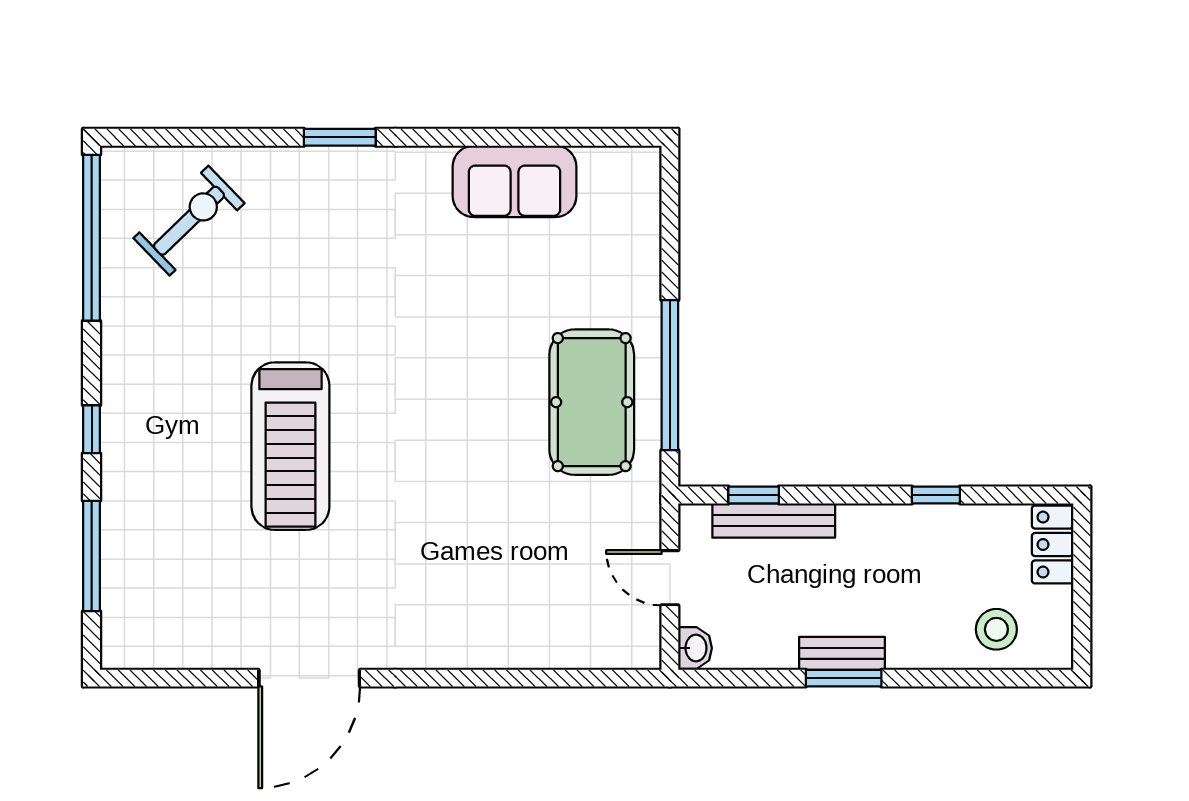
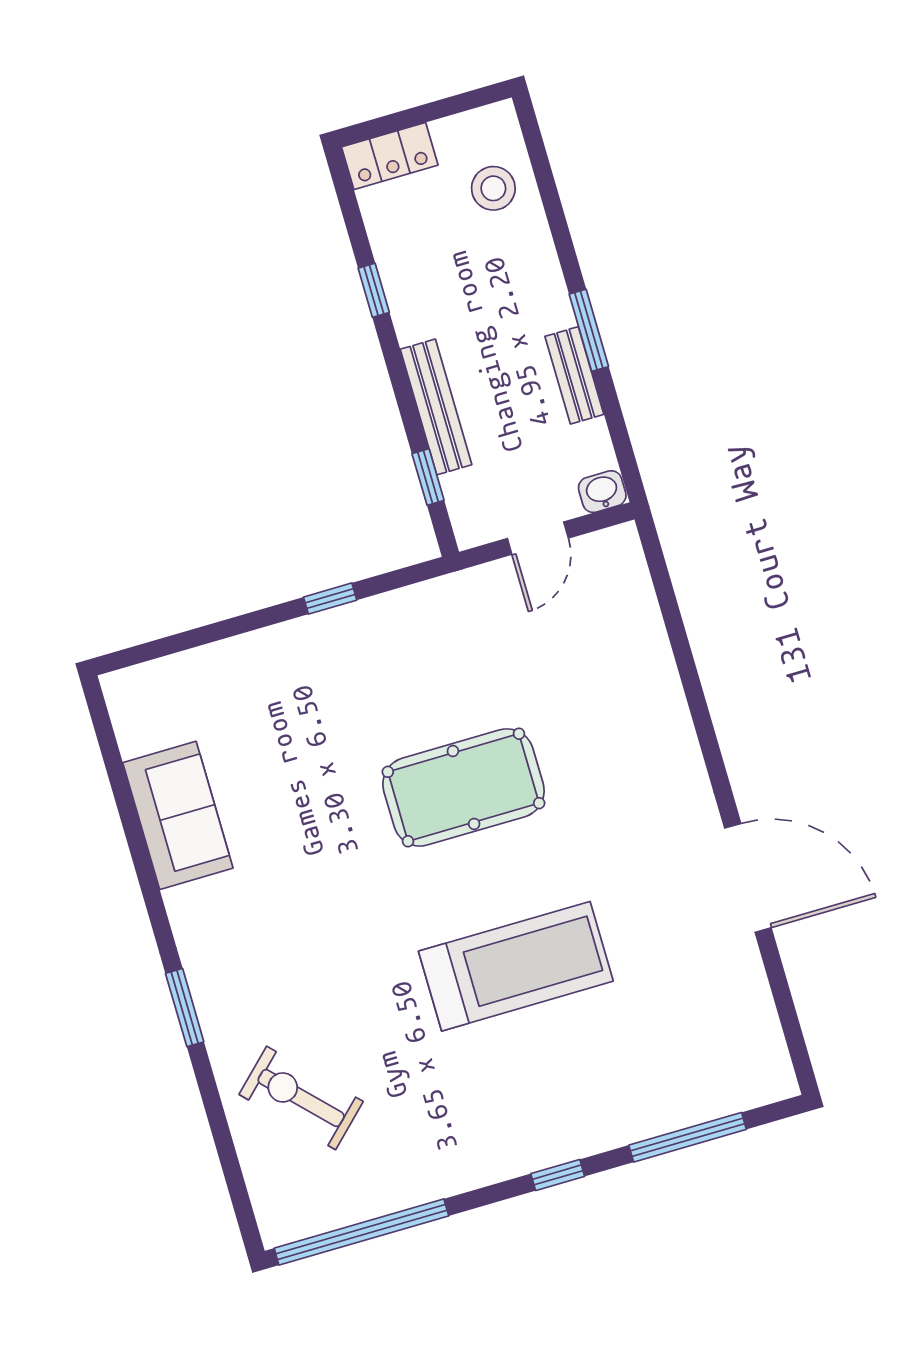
exercise bike: (189, 221) -> (301, 1098), moved
window: (670, 375) -> (330, 599), width x0.32
pool table: (592, 402) -> (463, 787), moved
bench: (774, 521) -> (436, 407), moved
bench: (842, 653) -> (574, 375), moved

